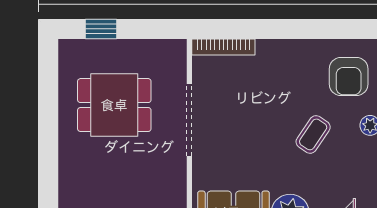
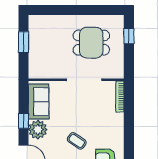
dining table: (114, 105) -> (91, 43), turned 90

